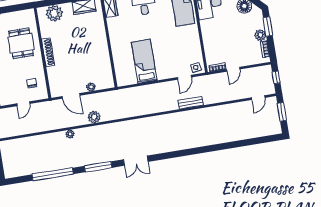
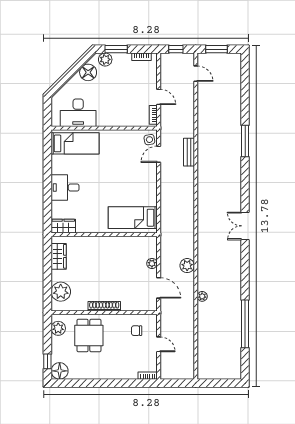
plant: (23, 16) -> (58, 328), added
plant: (260, 35) -> (105, 59), moved
dining table: (21, 43) -> (89, 336), turned 90
bed: (144, 61) -> (133, 218), moved
door: (184, 77) -> (159, 154), swing flipped
door: (71, 96) -> (159, 288), hinge flipped
double door: (136, 161) -> (245, 226), swing flipped
window: (98, 167) -> (245, 141), moved

